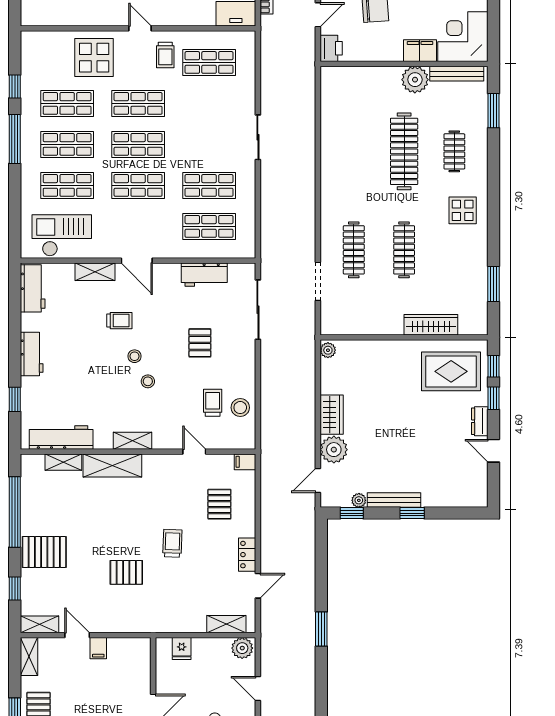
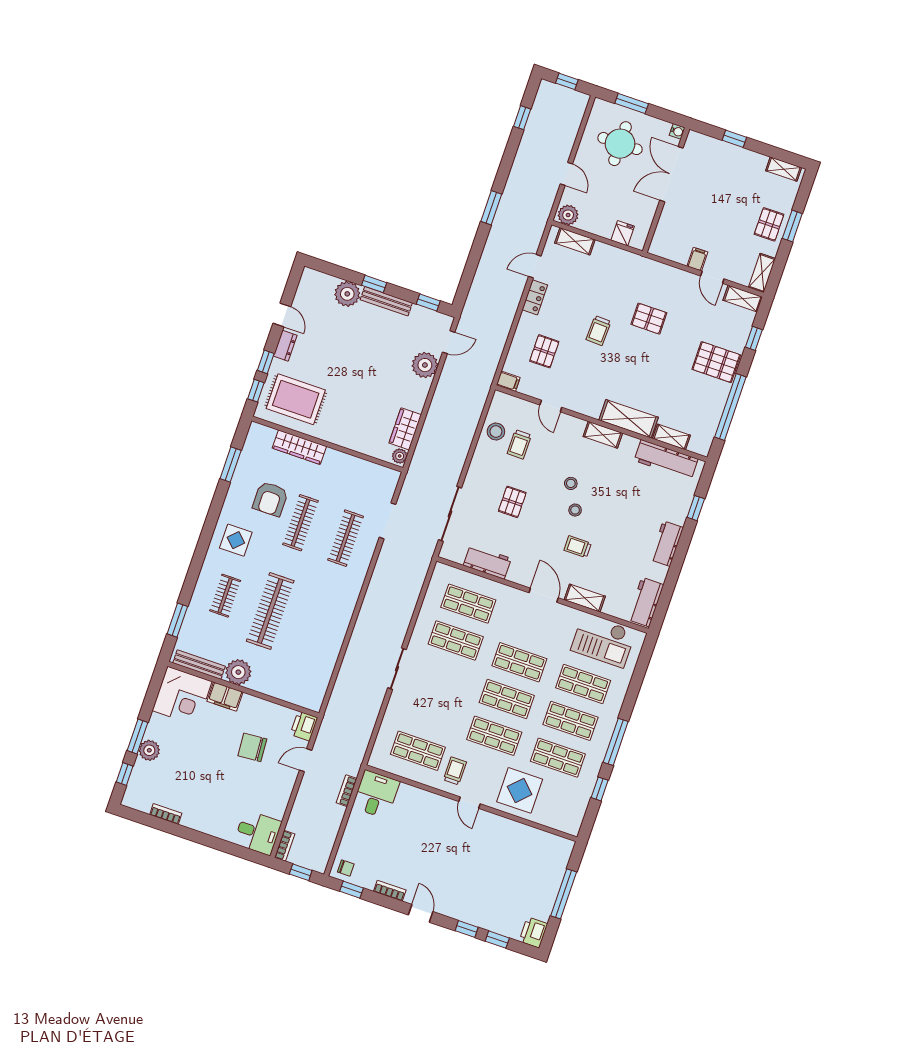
armchair: (442, 263) -> (270, 499), added
wardrobe: (332, 415) -> (405, 429), moved
plant: (359, 500) -> (347, 294), moved, width x1.88, depth x1.88

